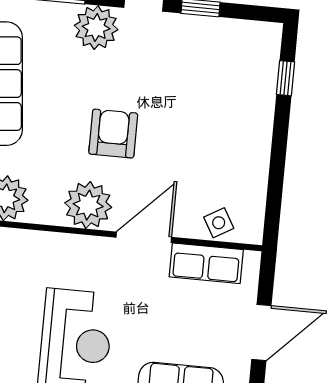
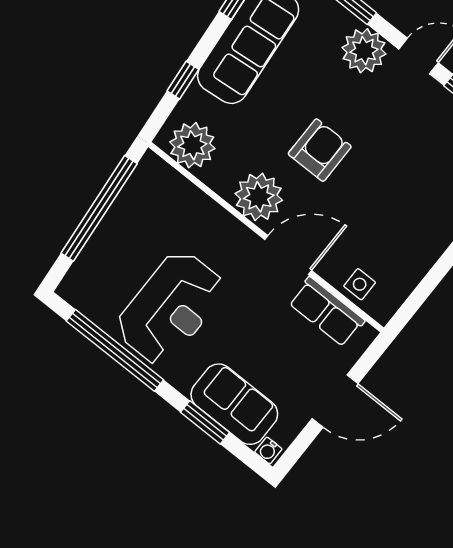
side table: (219, 223) -> (360, 284), turned 30

